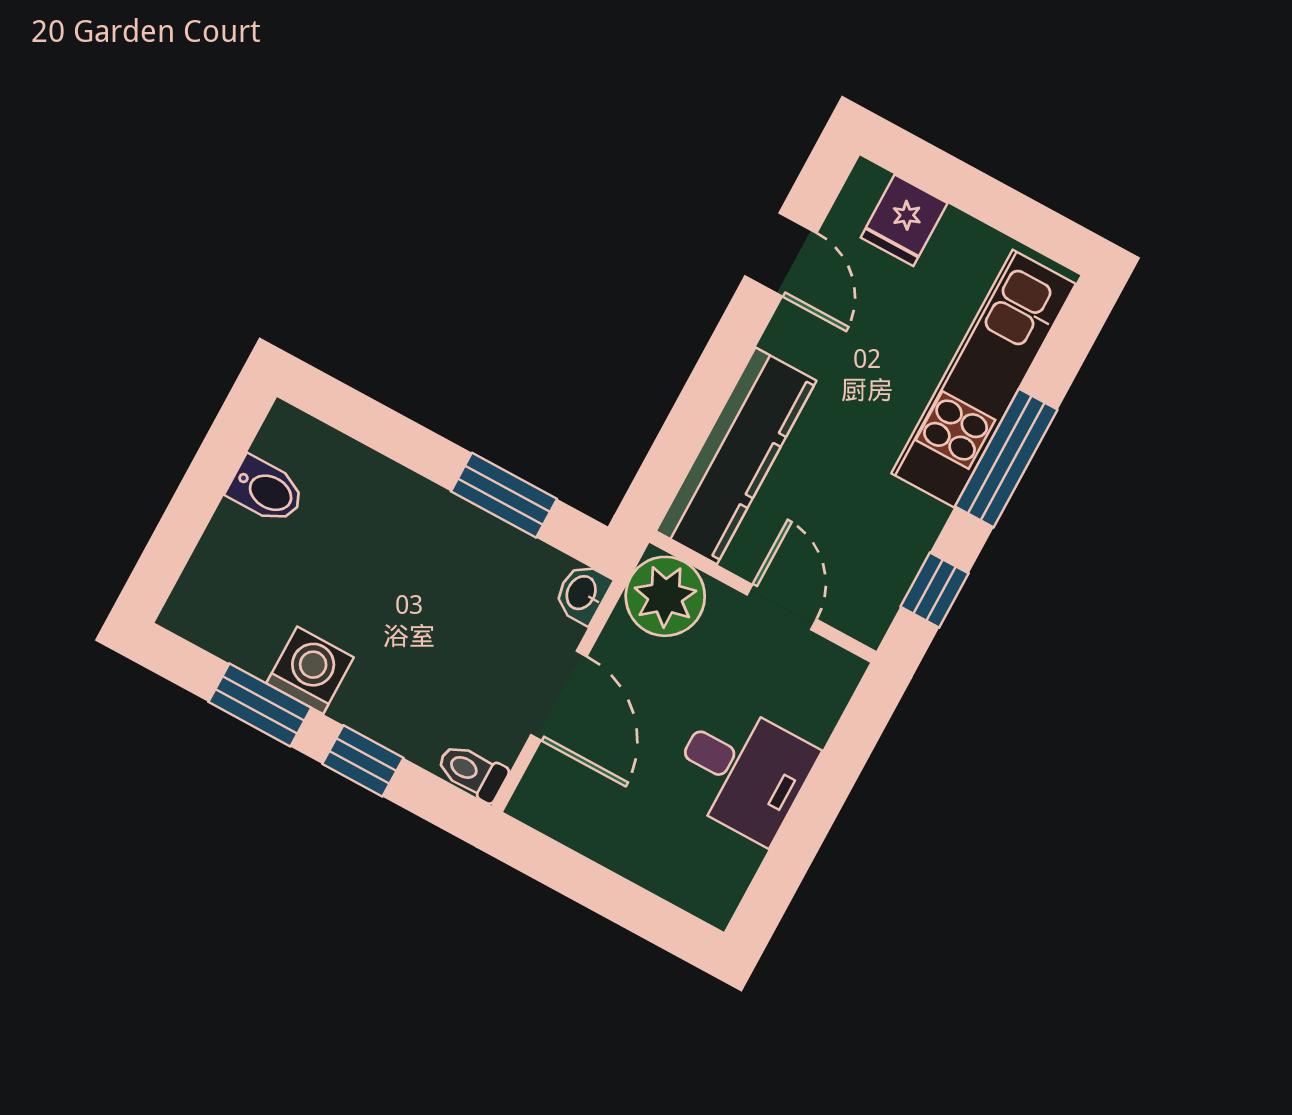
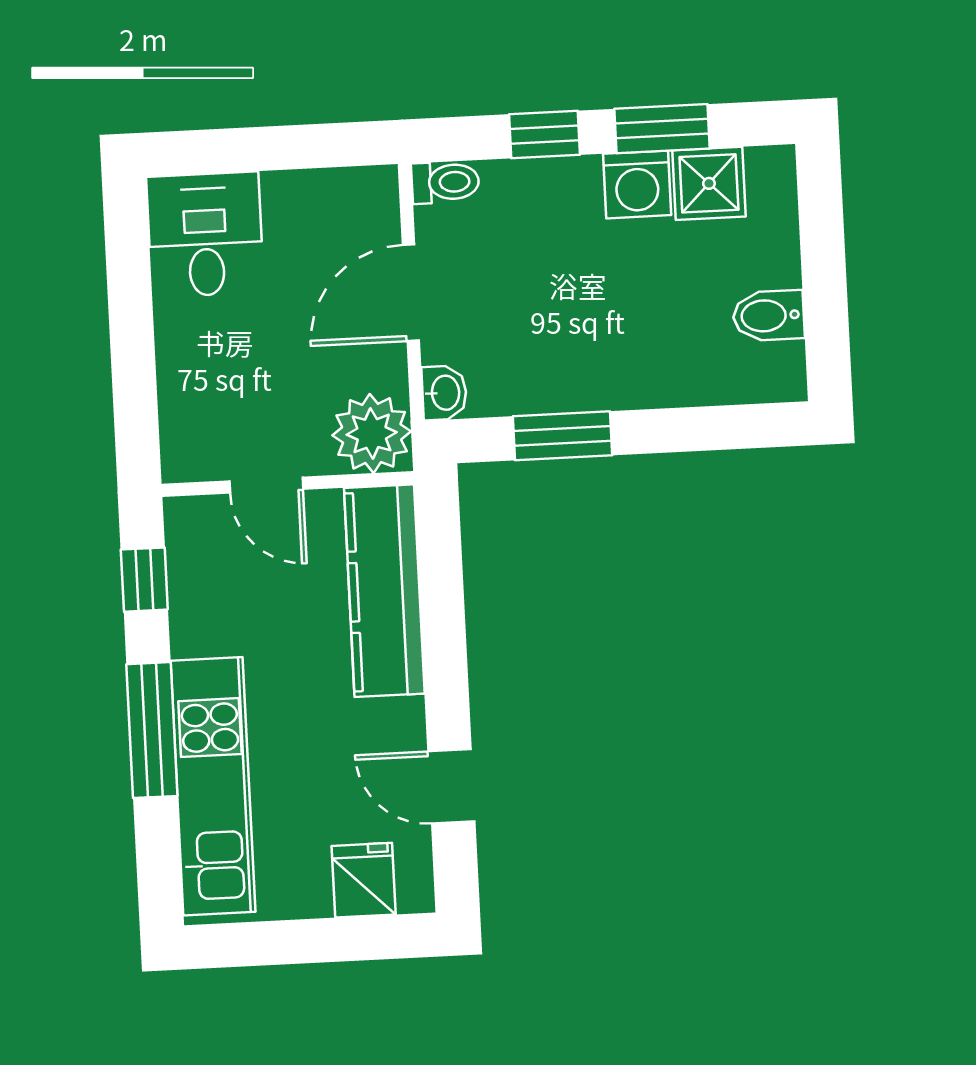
shower: (248, 634) -> (709, 183), added
door: (559, 696) -> (411, 293), hinge flipped
desk: (743, 771) -> (205, 235), moved, turned 90

